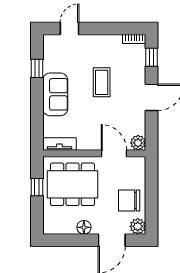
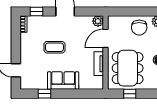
tv unit: (59, 144) -> (99, 64), moved

